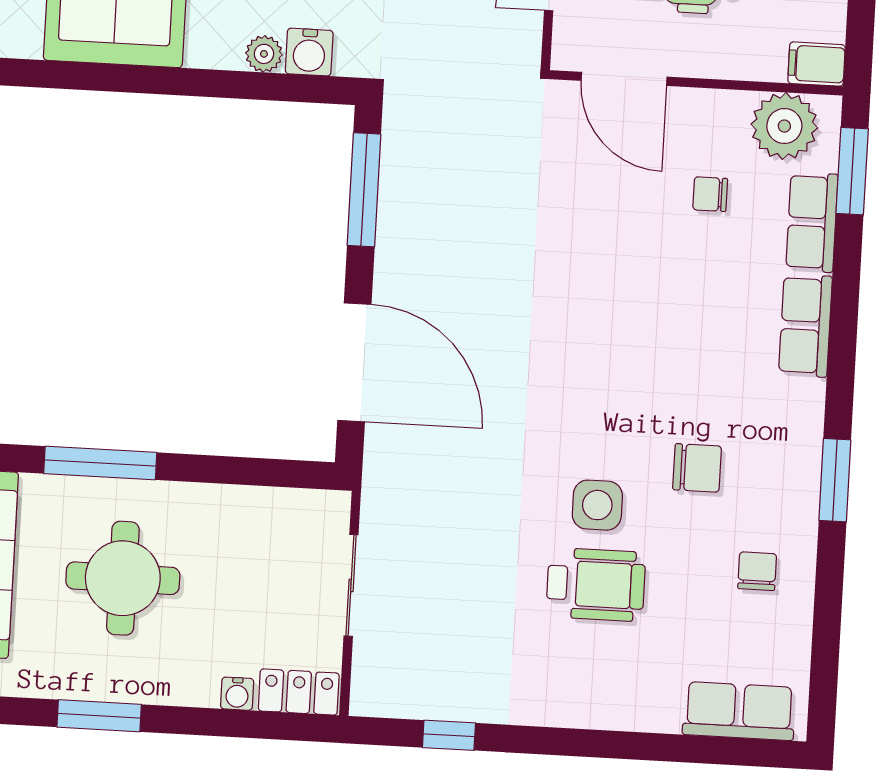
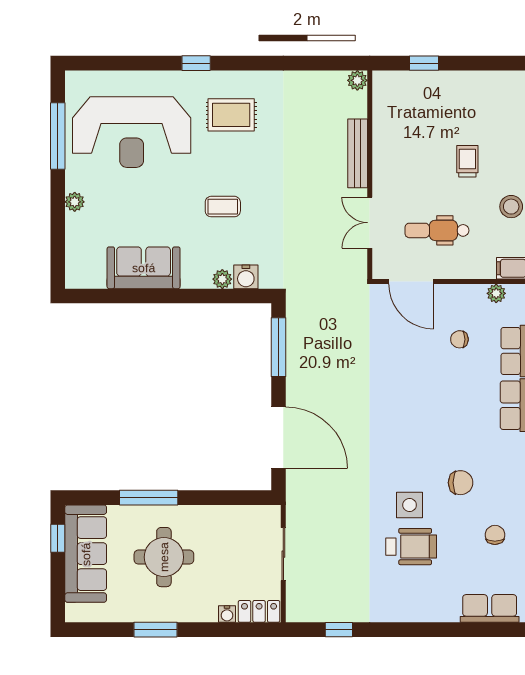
plant: (784, 126) -> (496, 293), width x0.53, depth x0.53

